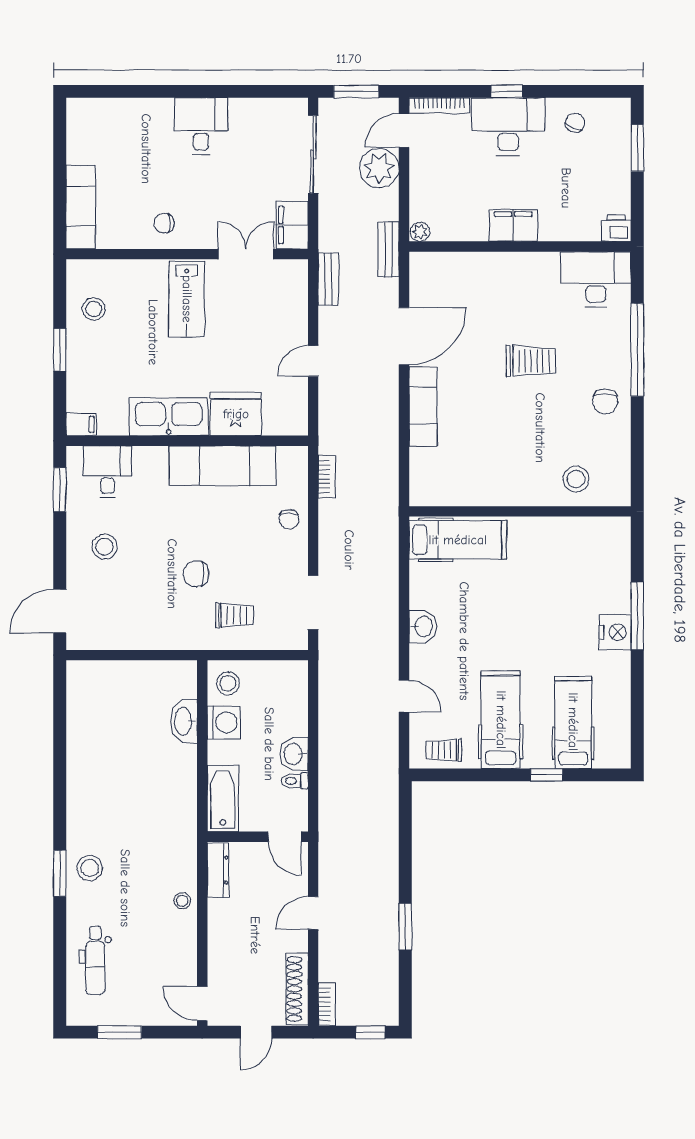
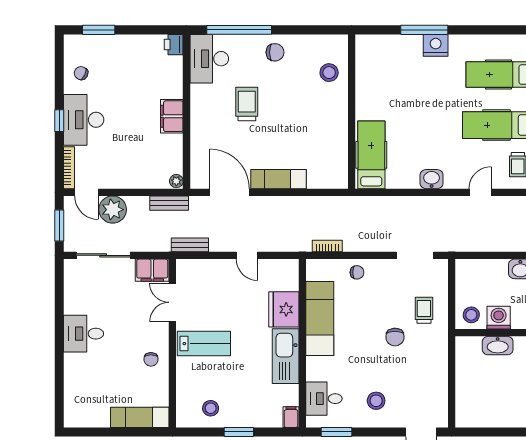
filing cabinet: (513, 225) -> (172, 116), moved
printer: (616, 228) -> (174, 45), moved
plant: (420, 232) -> (176, 181), moved
wall: (520, 247) -> (186, 112), moved
desk: (596, 279) -> (209, 59), moved

